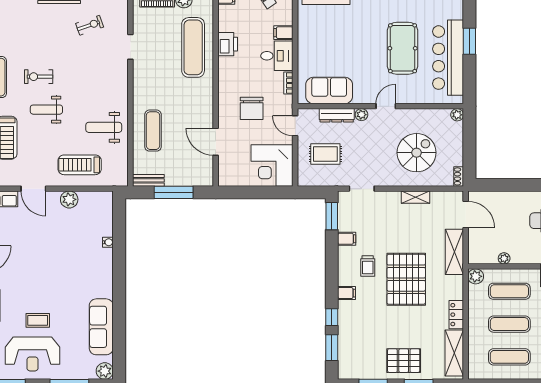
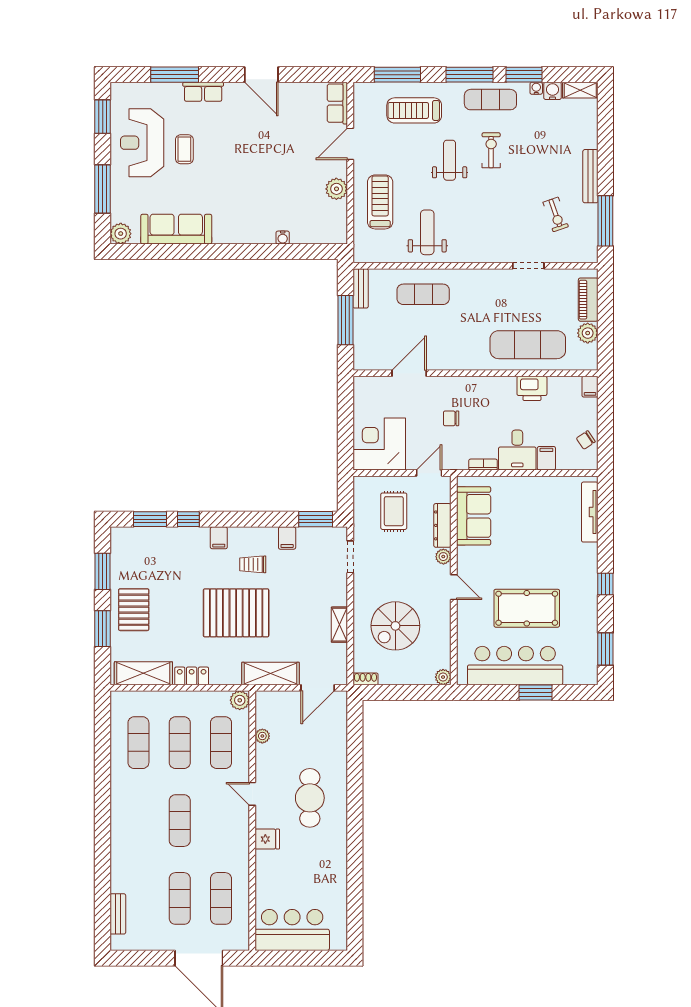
chair: (252, 108) -> (451, 418), width x0.54, depth x0.54
spiral stairs: (417, 153) -> (395, 626), turned 90

